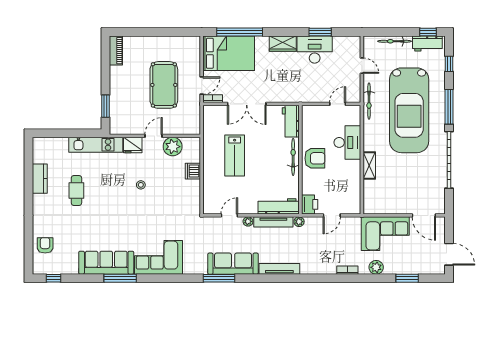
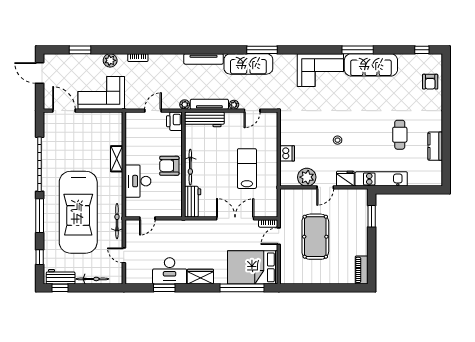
car: (409, 110) -> (78, 212), turned 180

